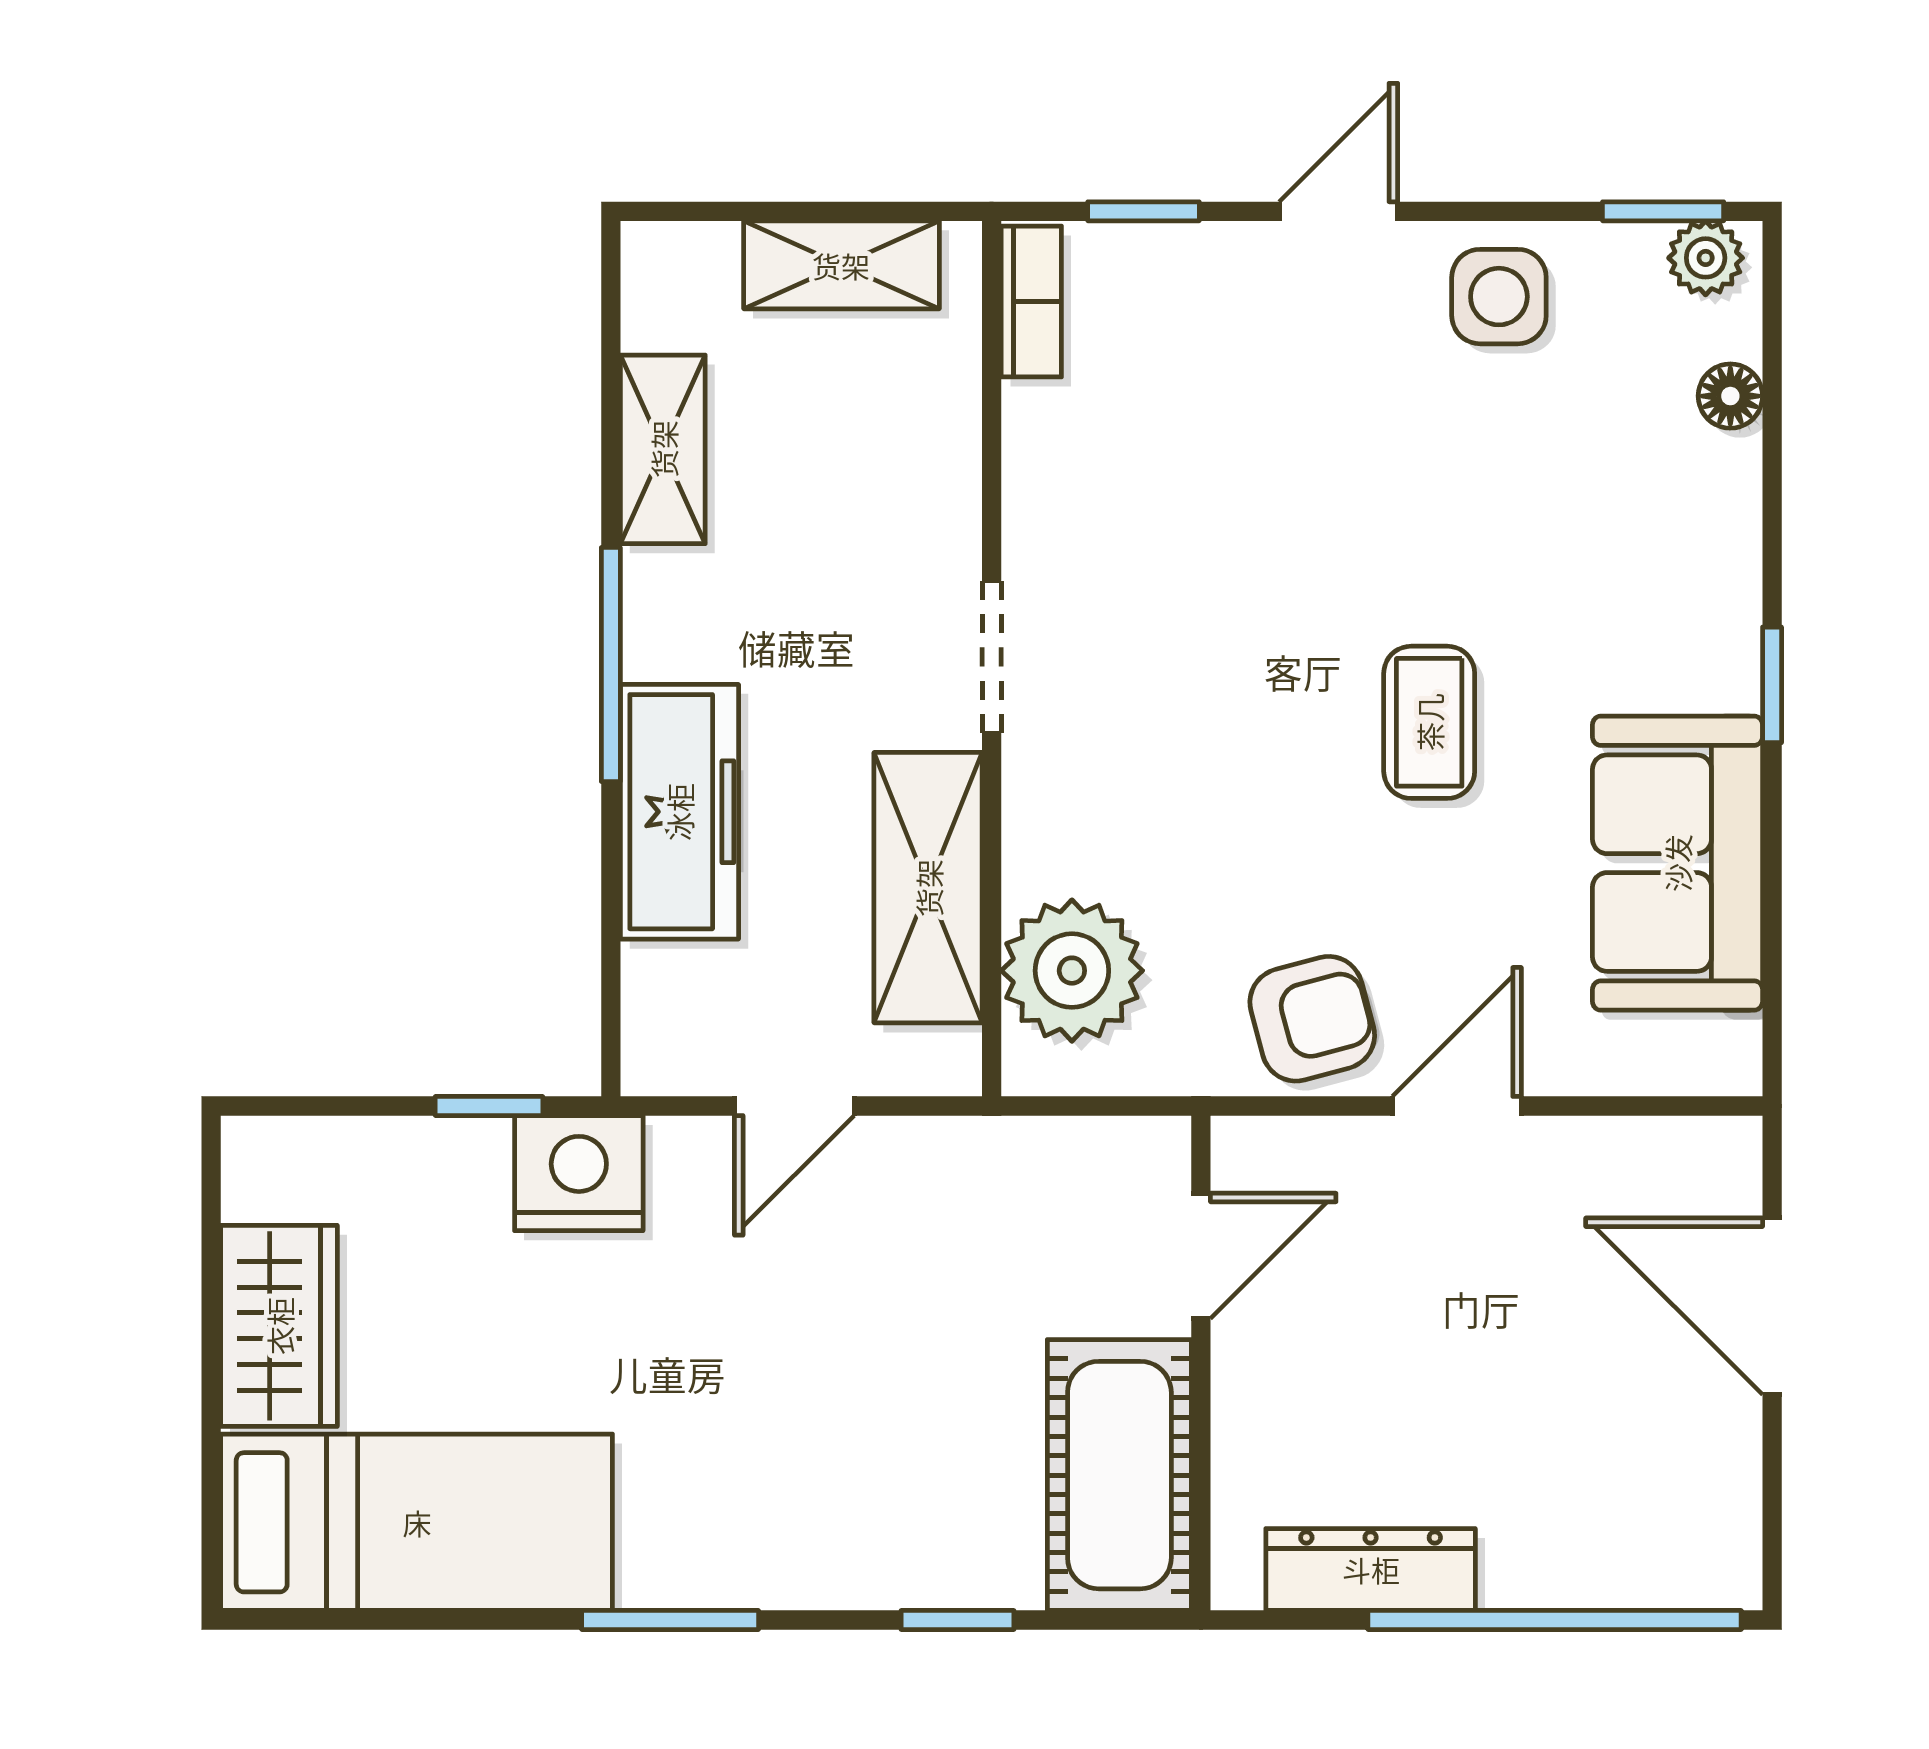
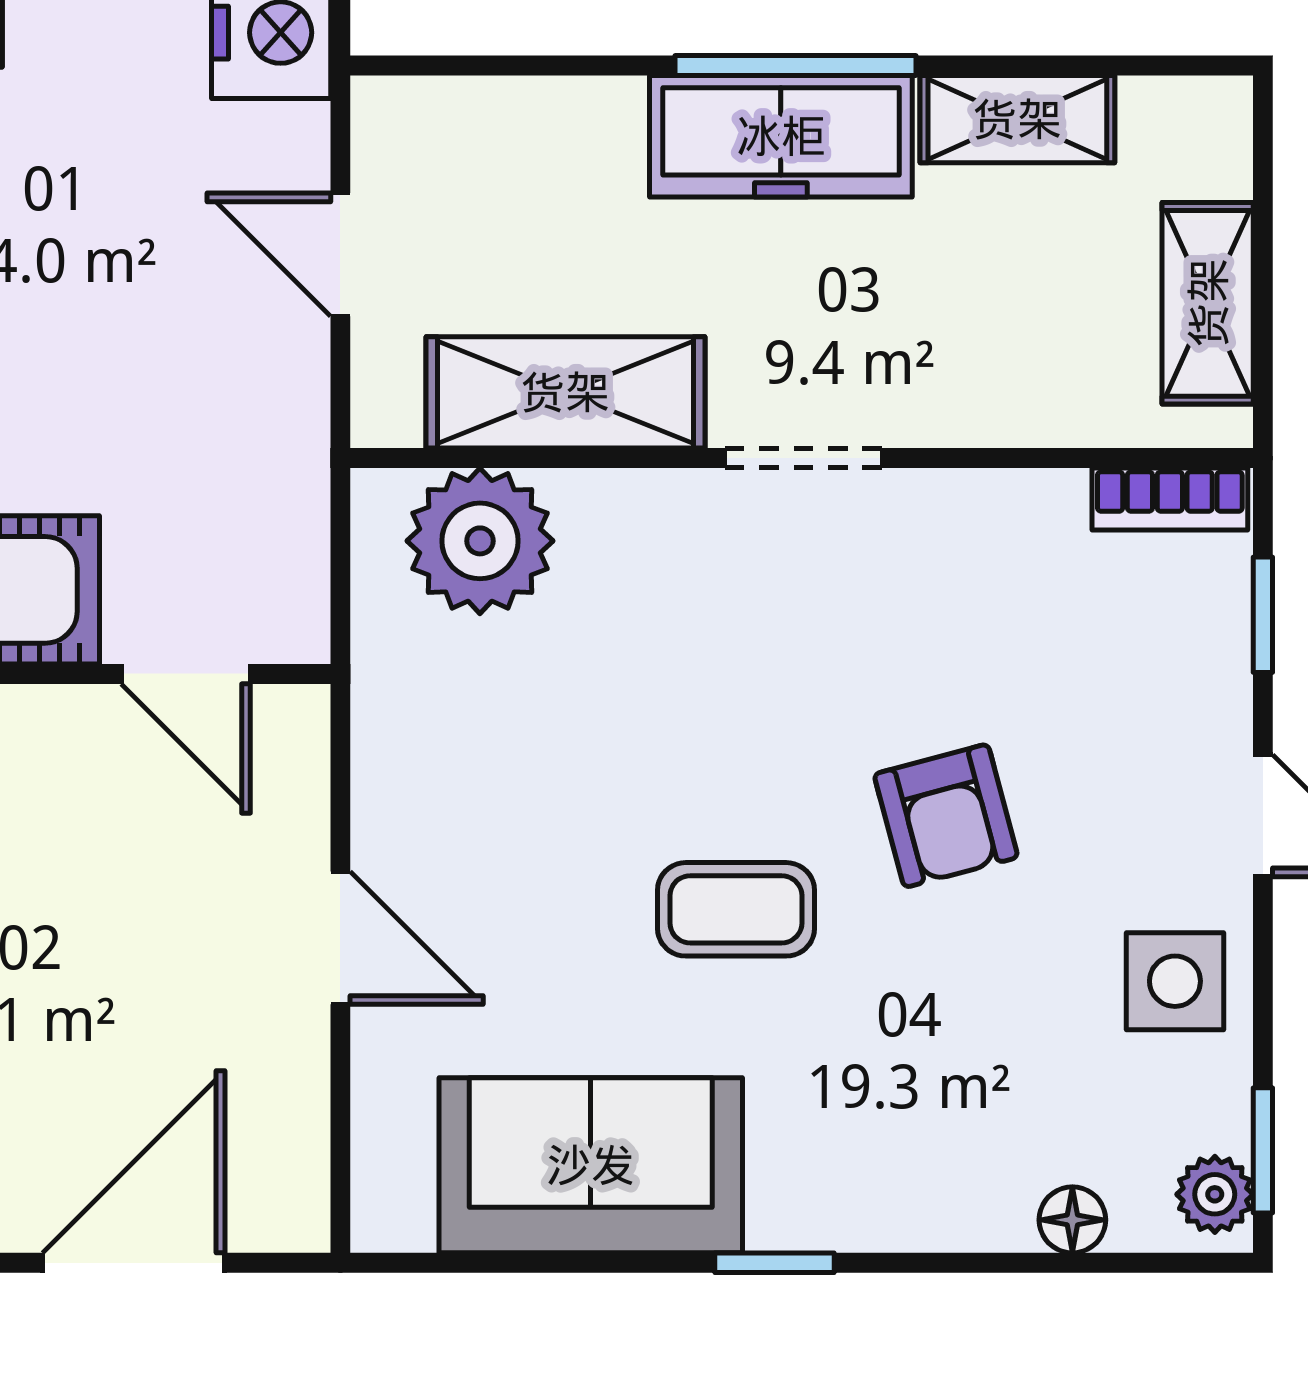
freezer: (679, 812) -> (781, 136), moved
armchair: (1312, 1019) -> (946, 816), moved

